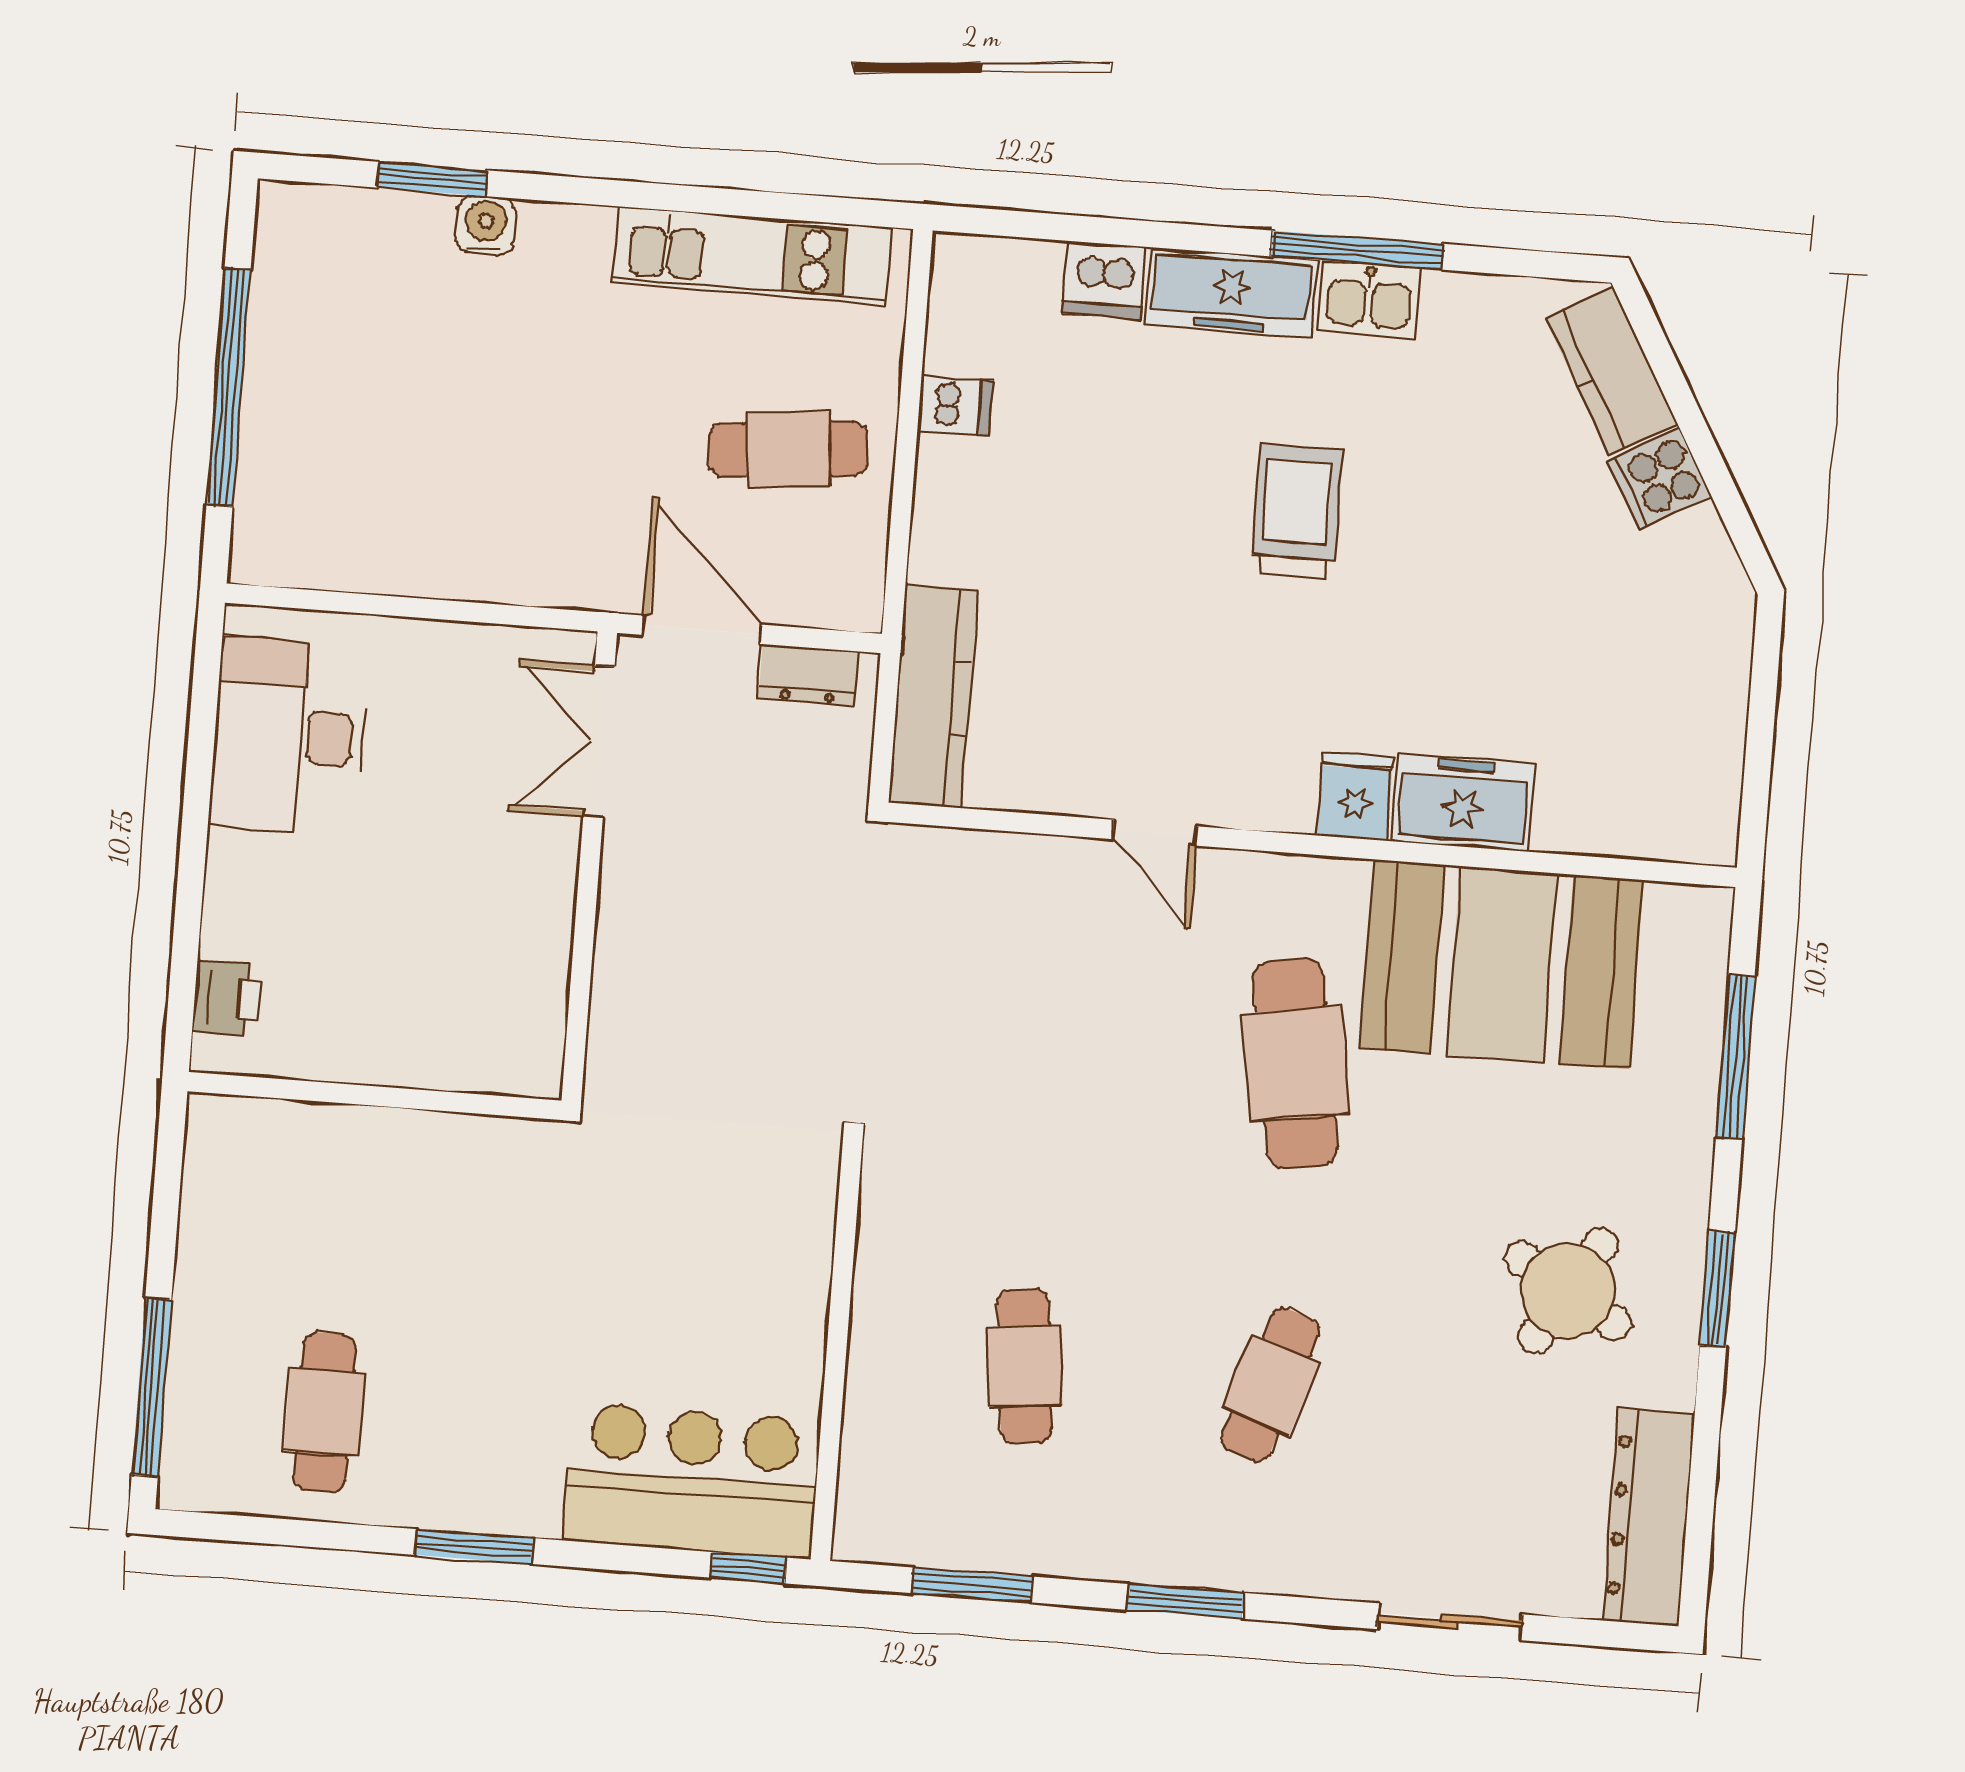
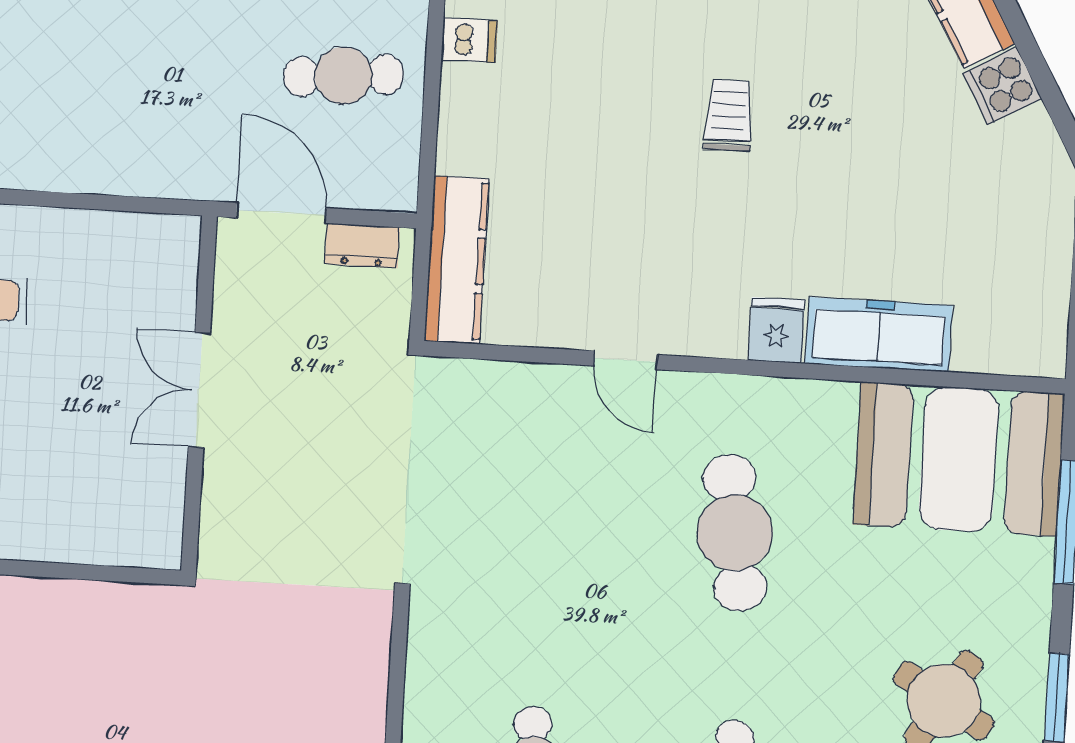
trolley: (1297, 511) -> (729, 115), width x0.73, depth x0.72
double door: (599, 742) -> (199, 390), moved
freezer: (1463, 802) -> (879, 334), width x1.40
booth: (1502, 964) -> (959, 459), moved

